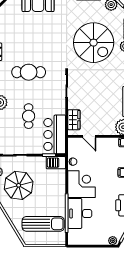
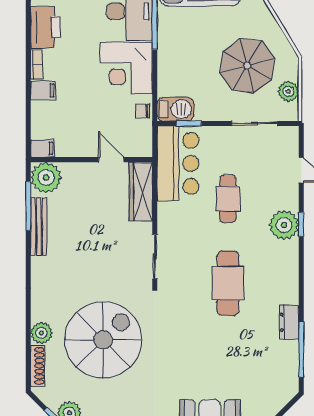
spiral stairs: (94, 43) -> (103, 340), turned 90
cafe table: (29, 72) -> (228, 283), turned 90
wardrobe: (74, 120) -> (141, 192), width x1.50

